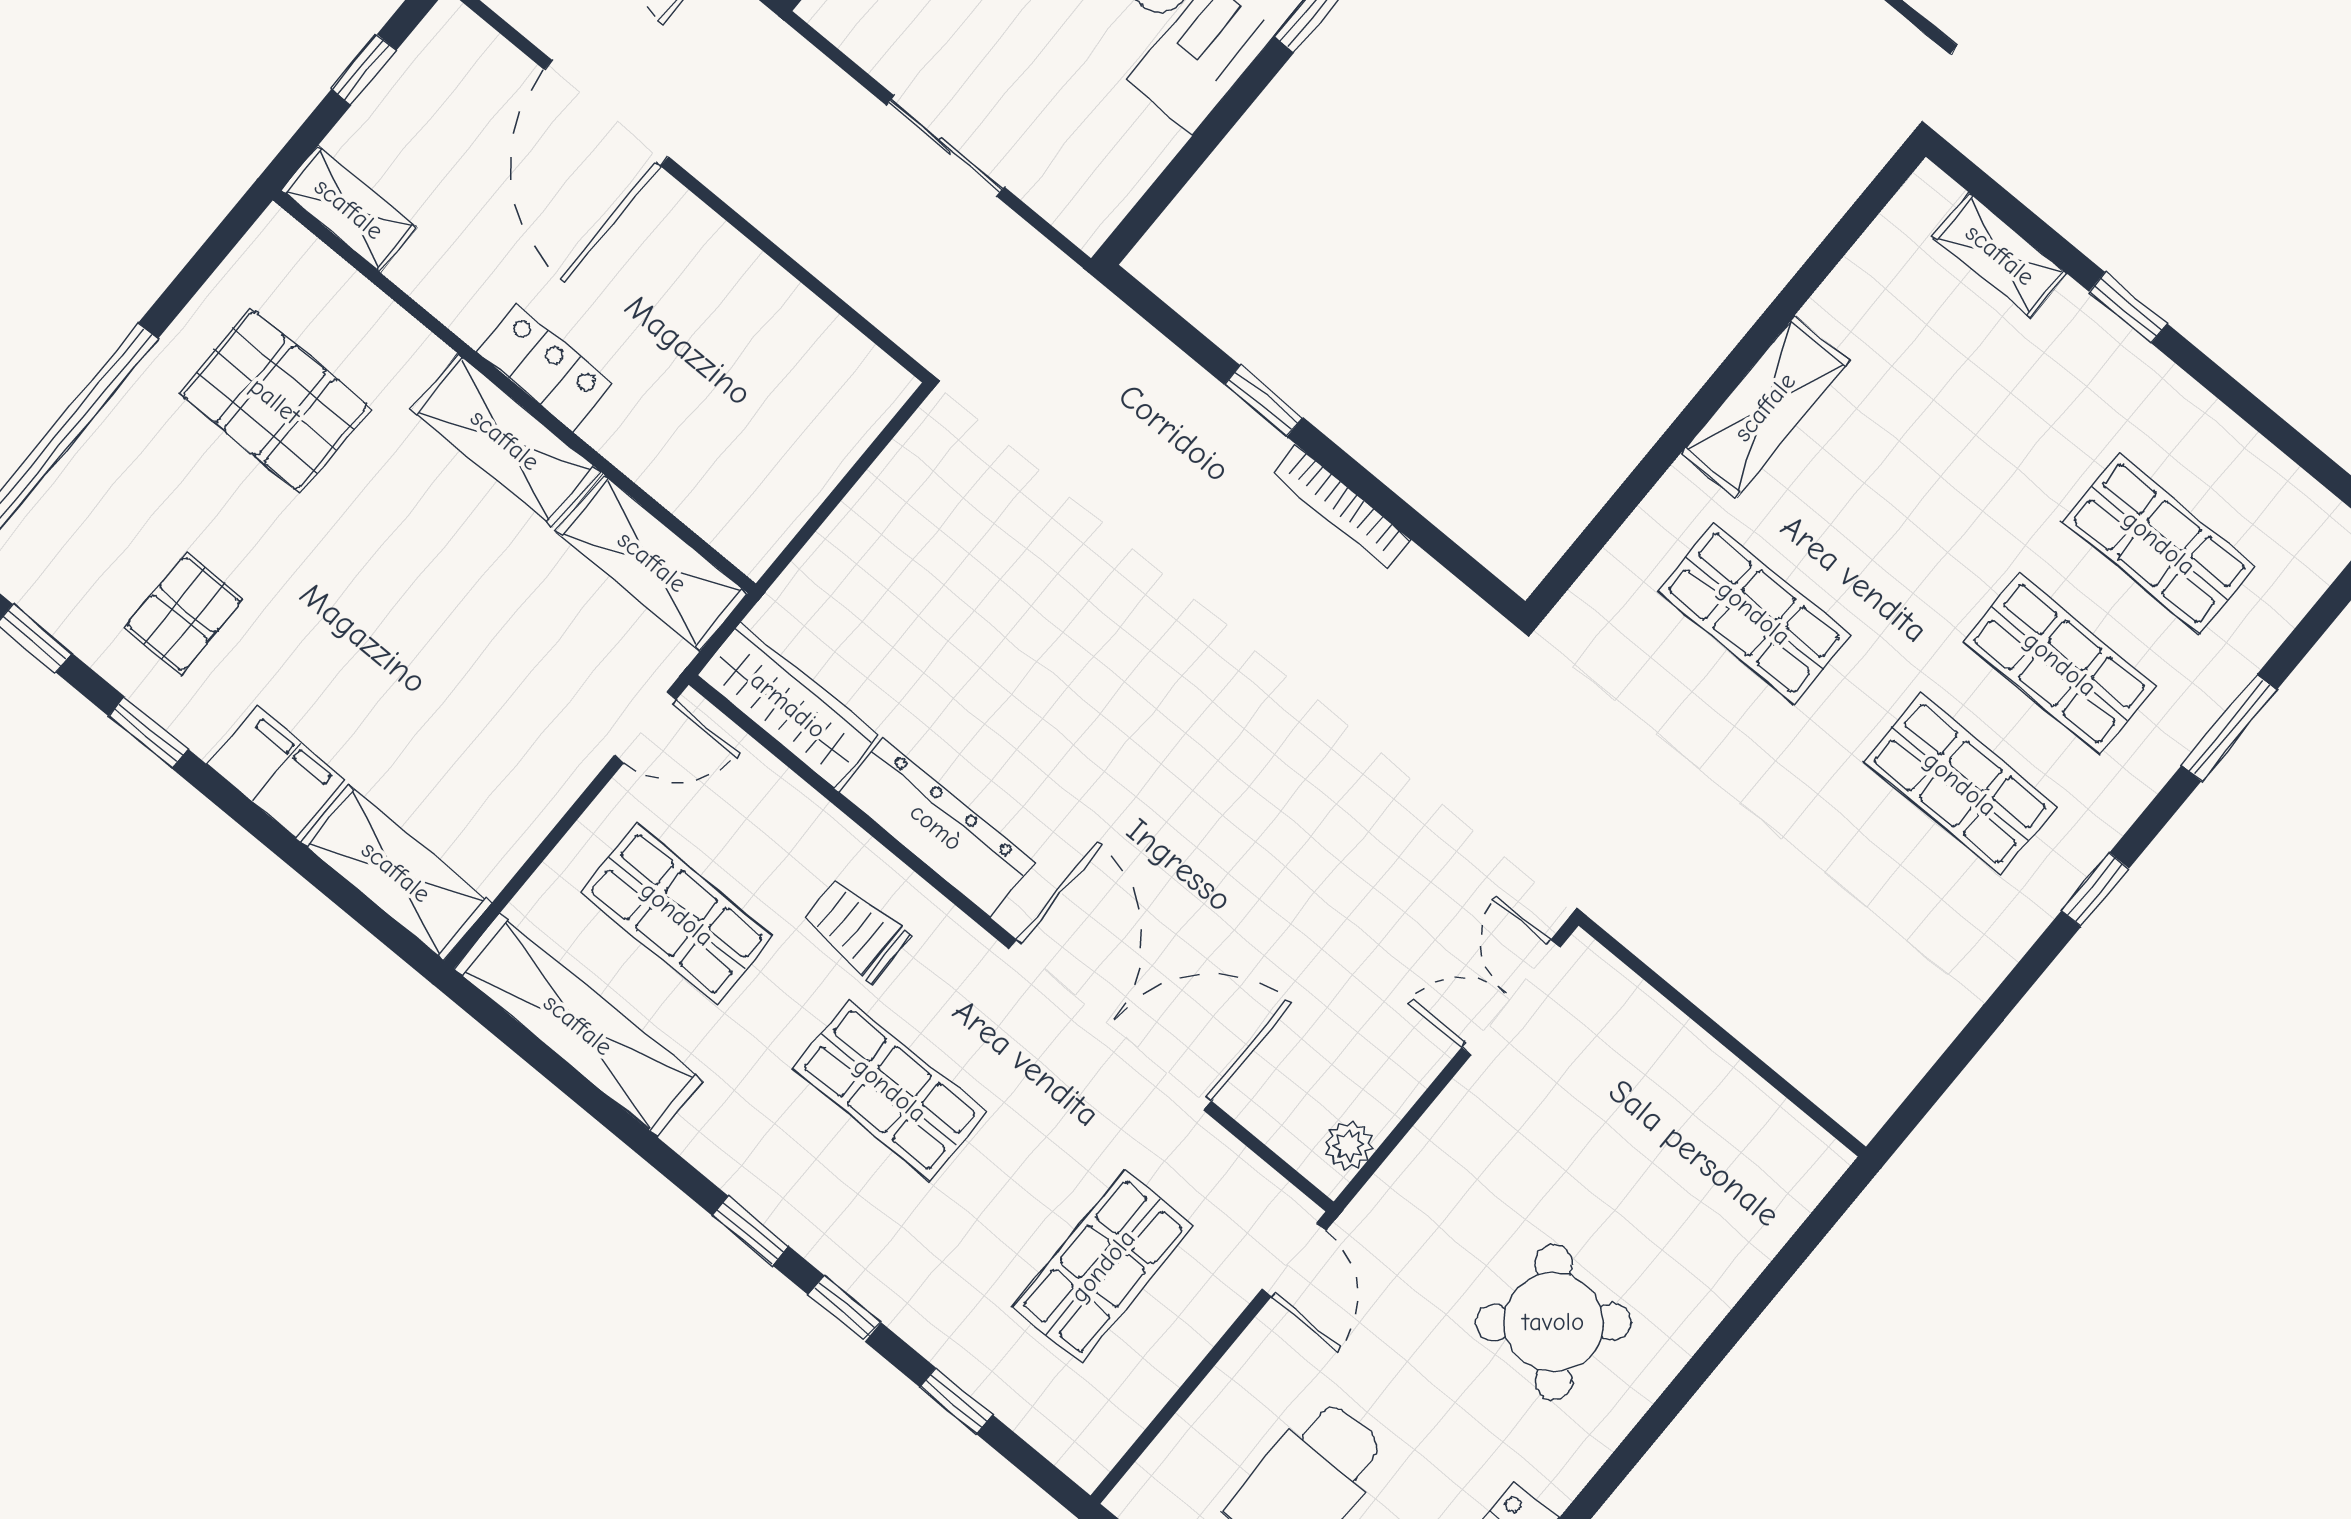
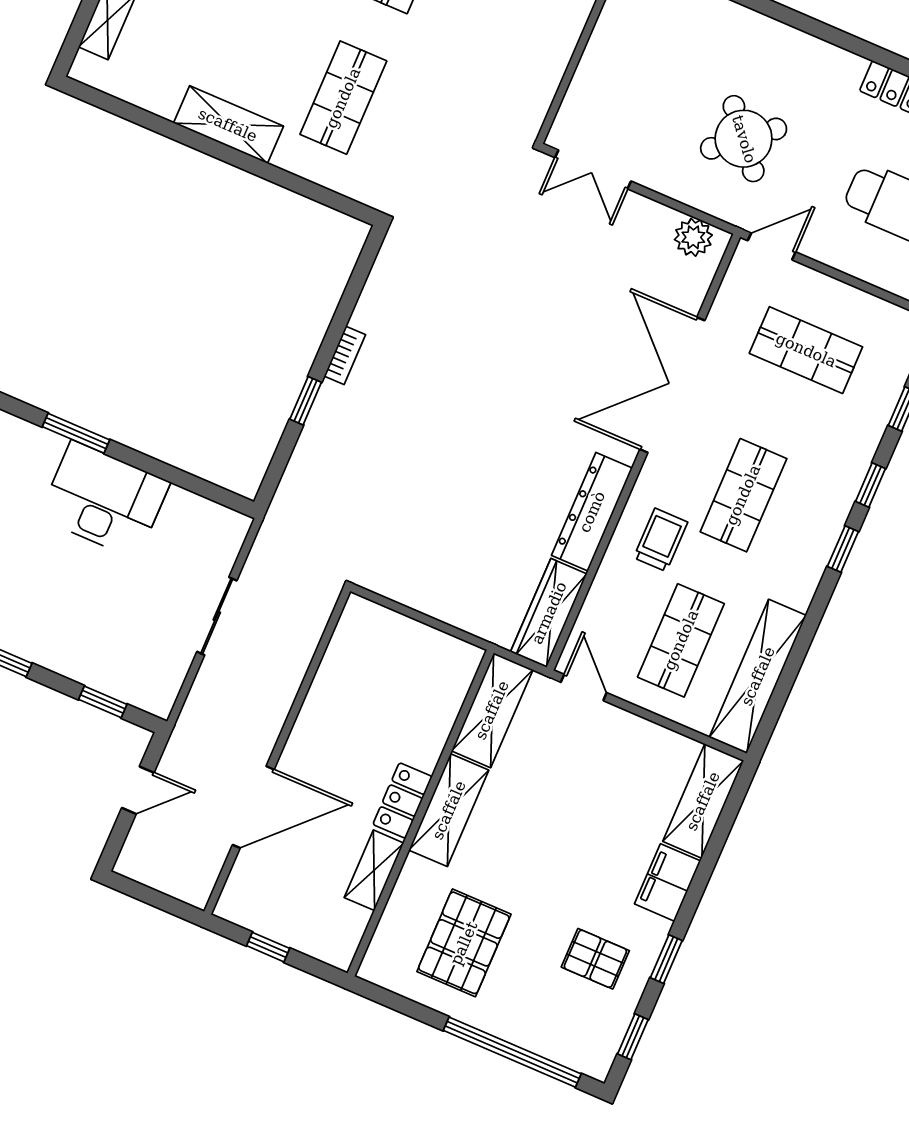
shelving: (349, 209) -> (374, 870), moved
bookcase: (1341, 506) -> (345, 355), width x0.64
trolley: (855, 929) -> (661, 540), turned 180
plant: (1349, 1145) -> (693, 237), width x1.38, depth x1.38
round table: (1553, 1322) -> (744, 139), moved

